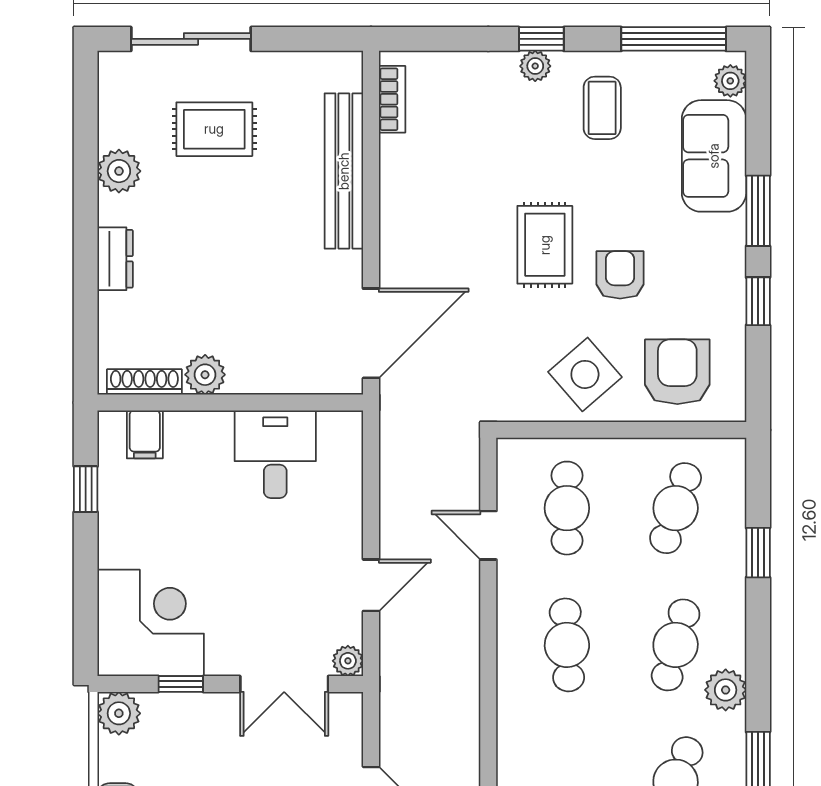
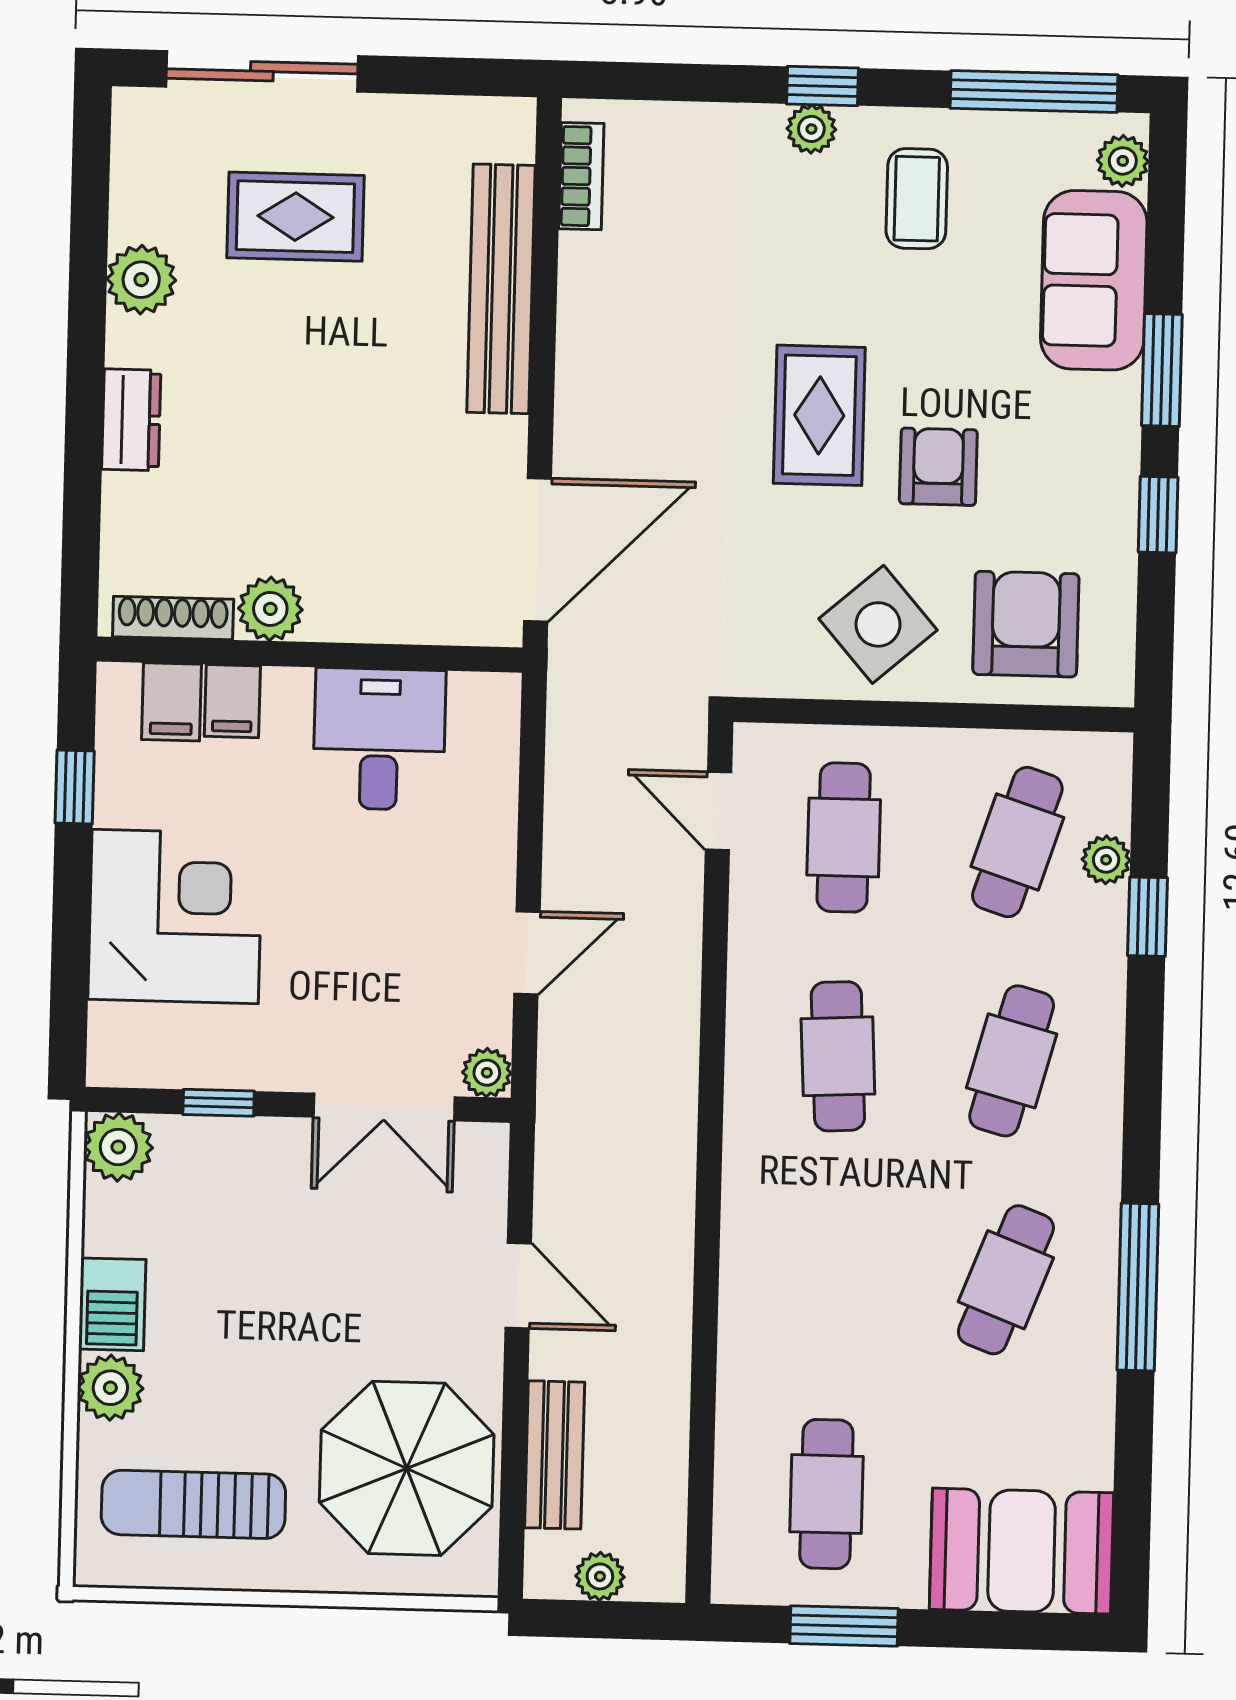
filing cabinet: (183, 433) -> (232, 701), added
door: (488, 535) -> (718, 811), moved
corner desk: (151, 623) -> (175, 916), moved
plant: (726, 690) -> (1106, 860), moved, width x0.73, depth x0.73

